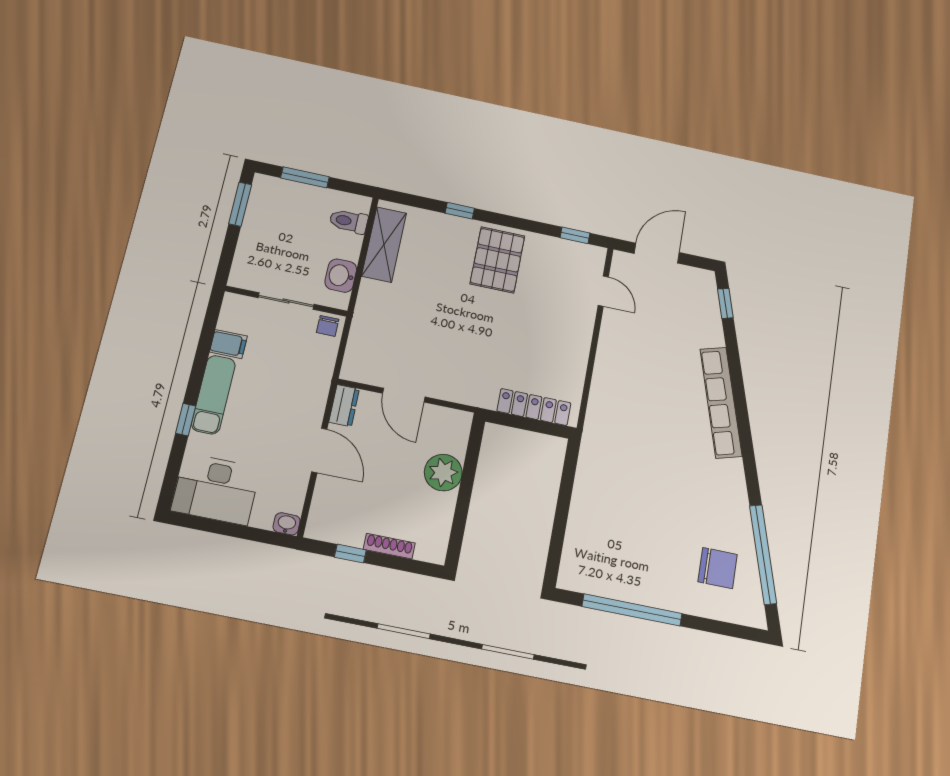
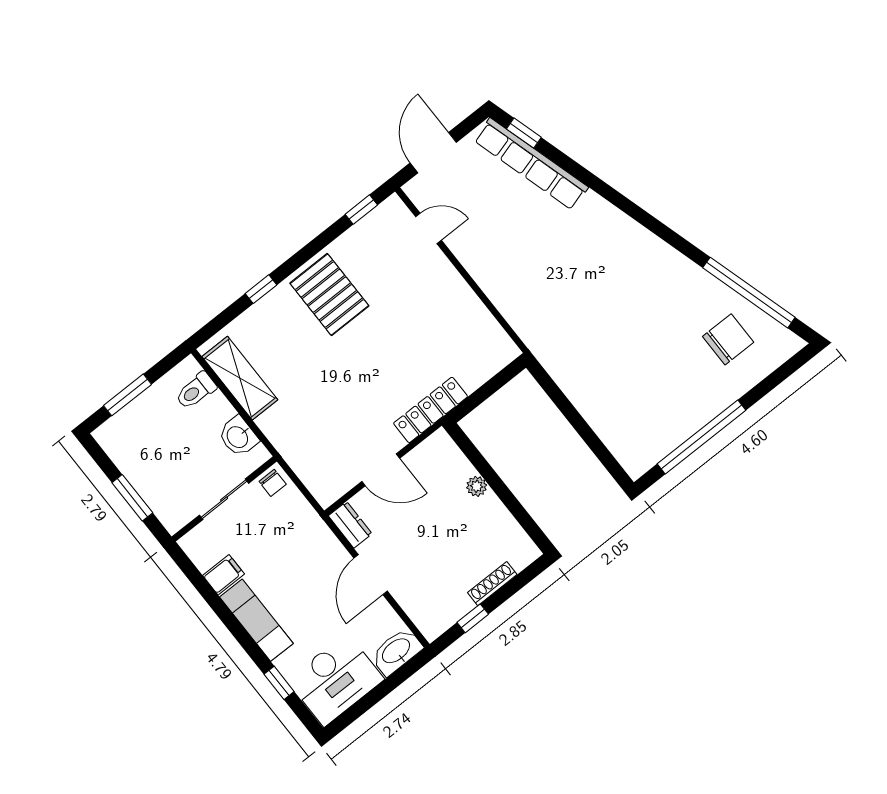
window: (240, 204) -> (132, 498), moved
row of seats: (721, 402) -> (531, 164), moved
locker: (534, 407) -> (431, 410), moved
window: (186, 420) -> (279, 683), moved
door: (319, 450) -> (371, 575), swing flipped
plant: (443, 472) -> (477, 486), width x0.53, depth x0.53
washbasin: (287, 524) -> (396, 651), width x1.91, depth x1.45

